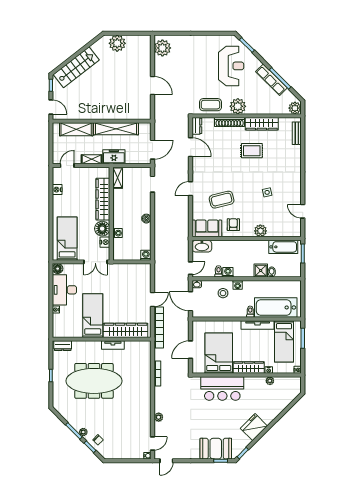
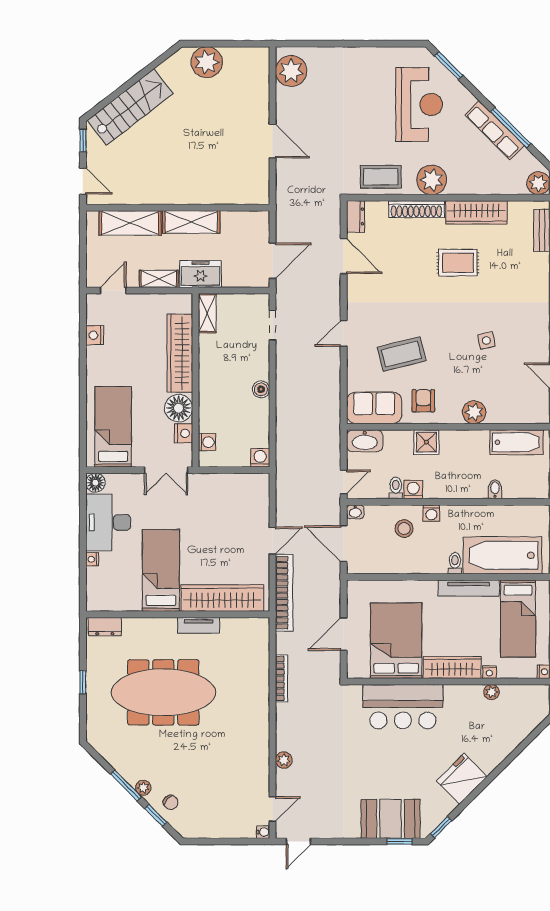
shelving: (116, 129) -> (191, 222), width x0.68
washing machine: (117, 233) -> (207, 442), moved
shower: (261, 271) -> (426, 442), moved

